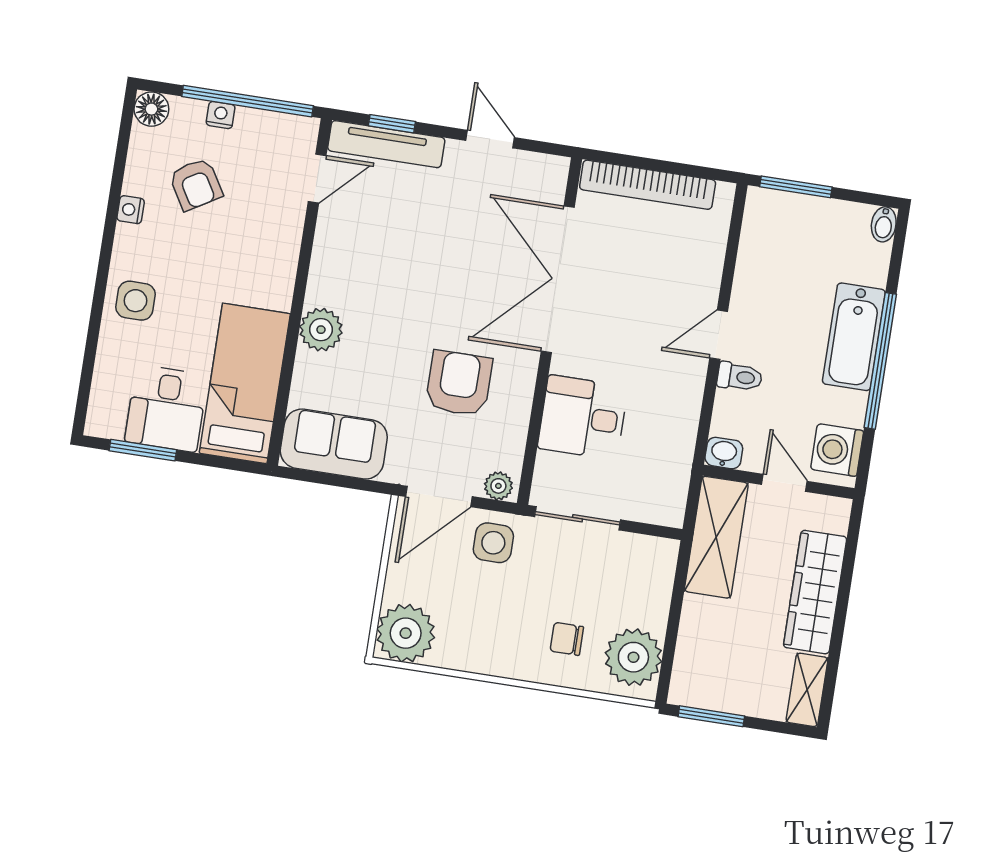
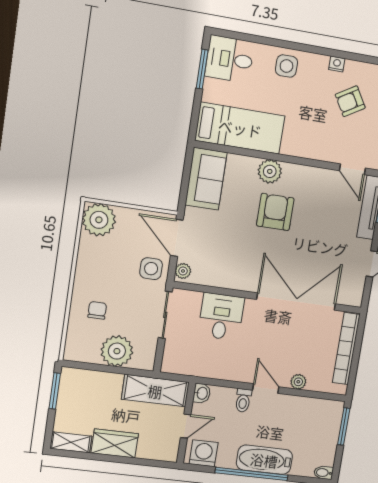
plant: (708, 274) -> (298, 382), added
armchair: (459, 383) -> (275, 212), moved, turned -90
desk: (166, 408) -> (230, 59), moved
wardrobe: (815, 592) -> (115, 443), width x0.67
plant: (633, 657) -> (117, 351), moved

